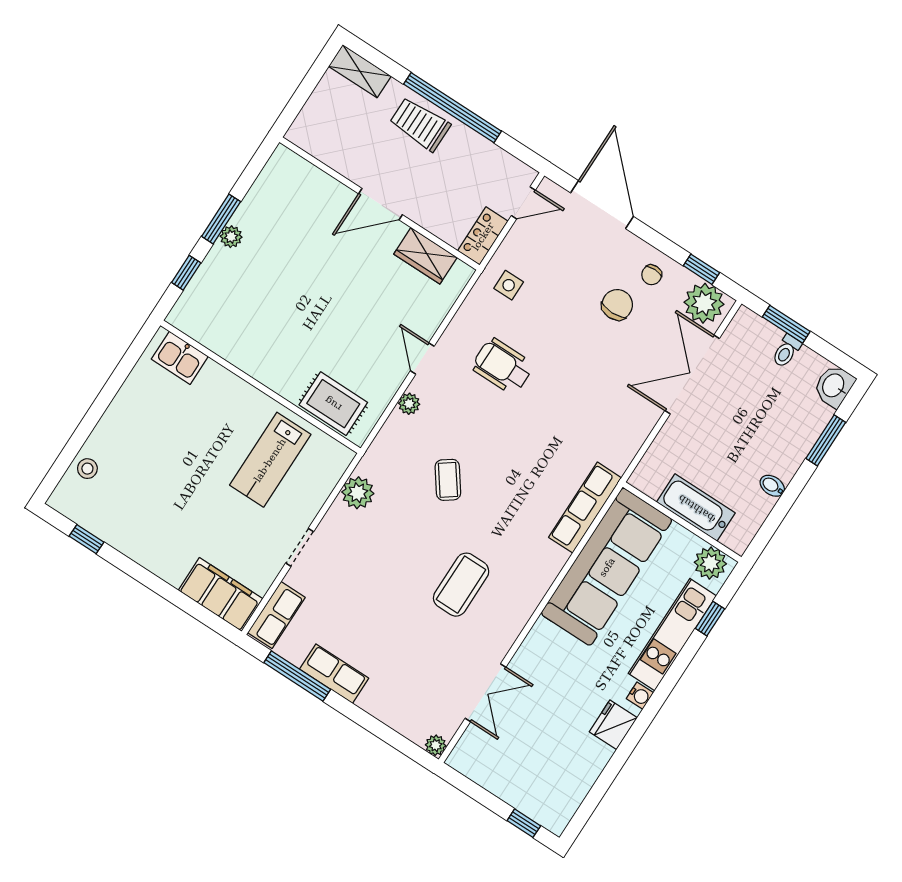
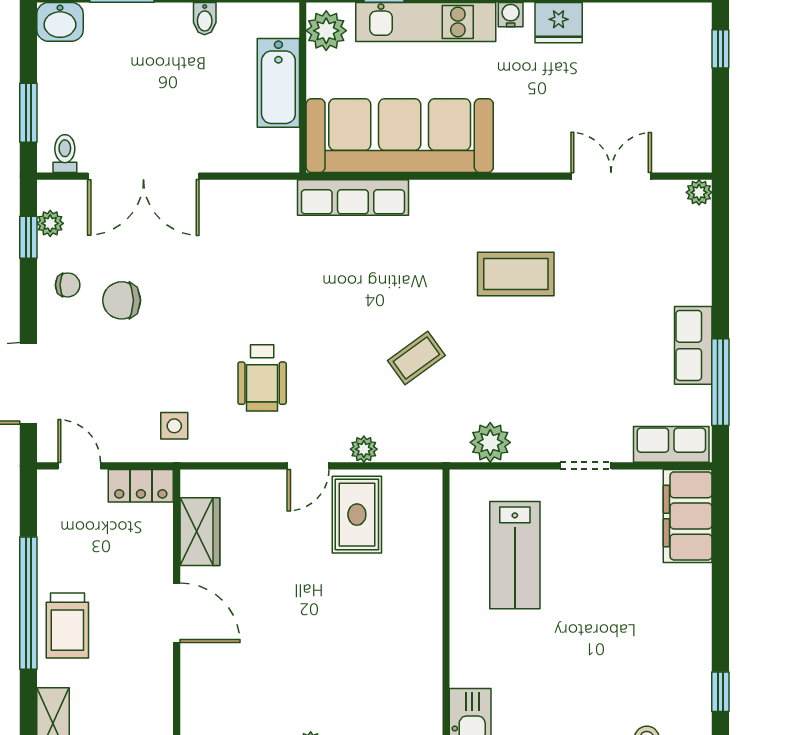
plant: (704, 303) -> (50, 223), width x0.53, depth x0.53
toilet: (786, 351) -> (65, 154), moved, turned -90
rug: (333, 404) -> (357, 515), moved
lab bench: (270, 460) -> (515, 555), turned 90

